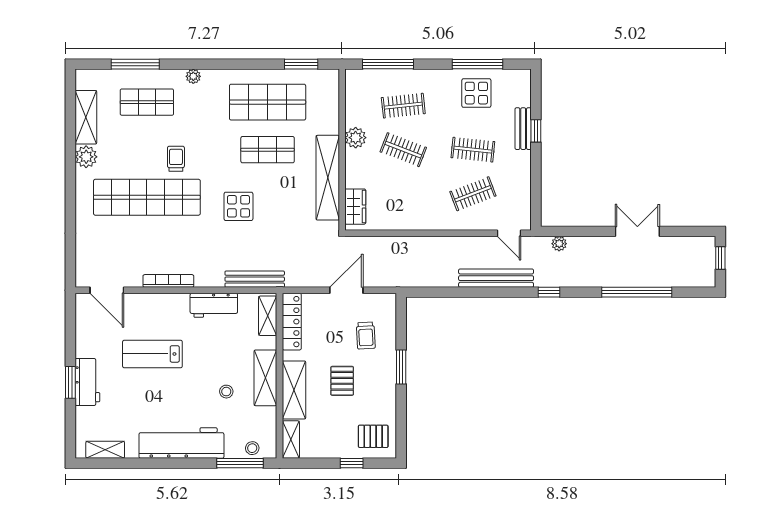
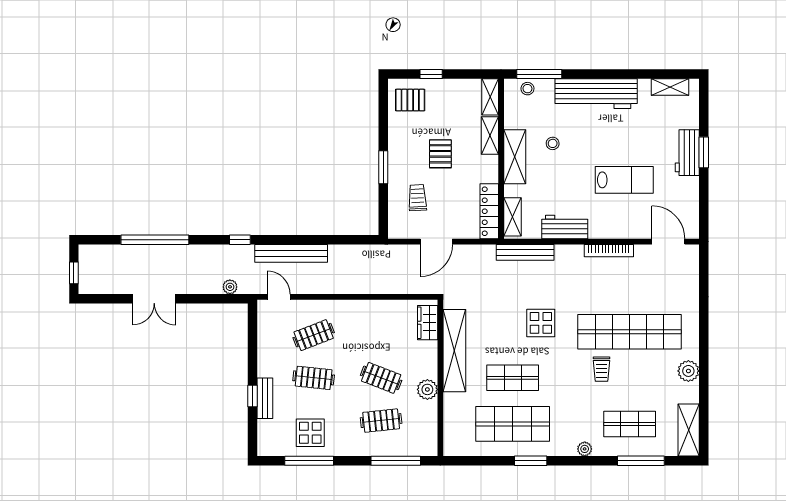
window: (301, 64) -> (531, 461), moved
shelving: (86, 117) -> (689, 430), moved
shelving: (294, 390) -> (490, 136), width x0.67, depth x0.75

